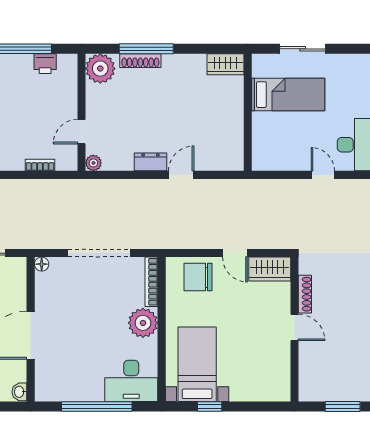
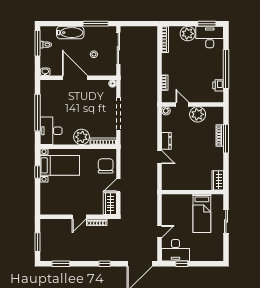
plant: (100, 69) -> (198, 114), moved

